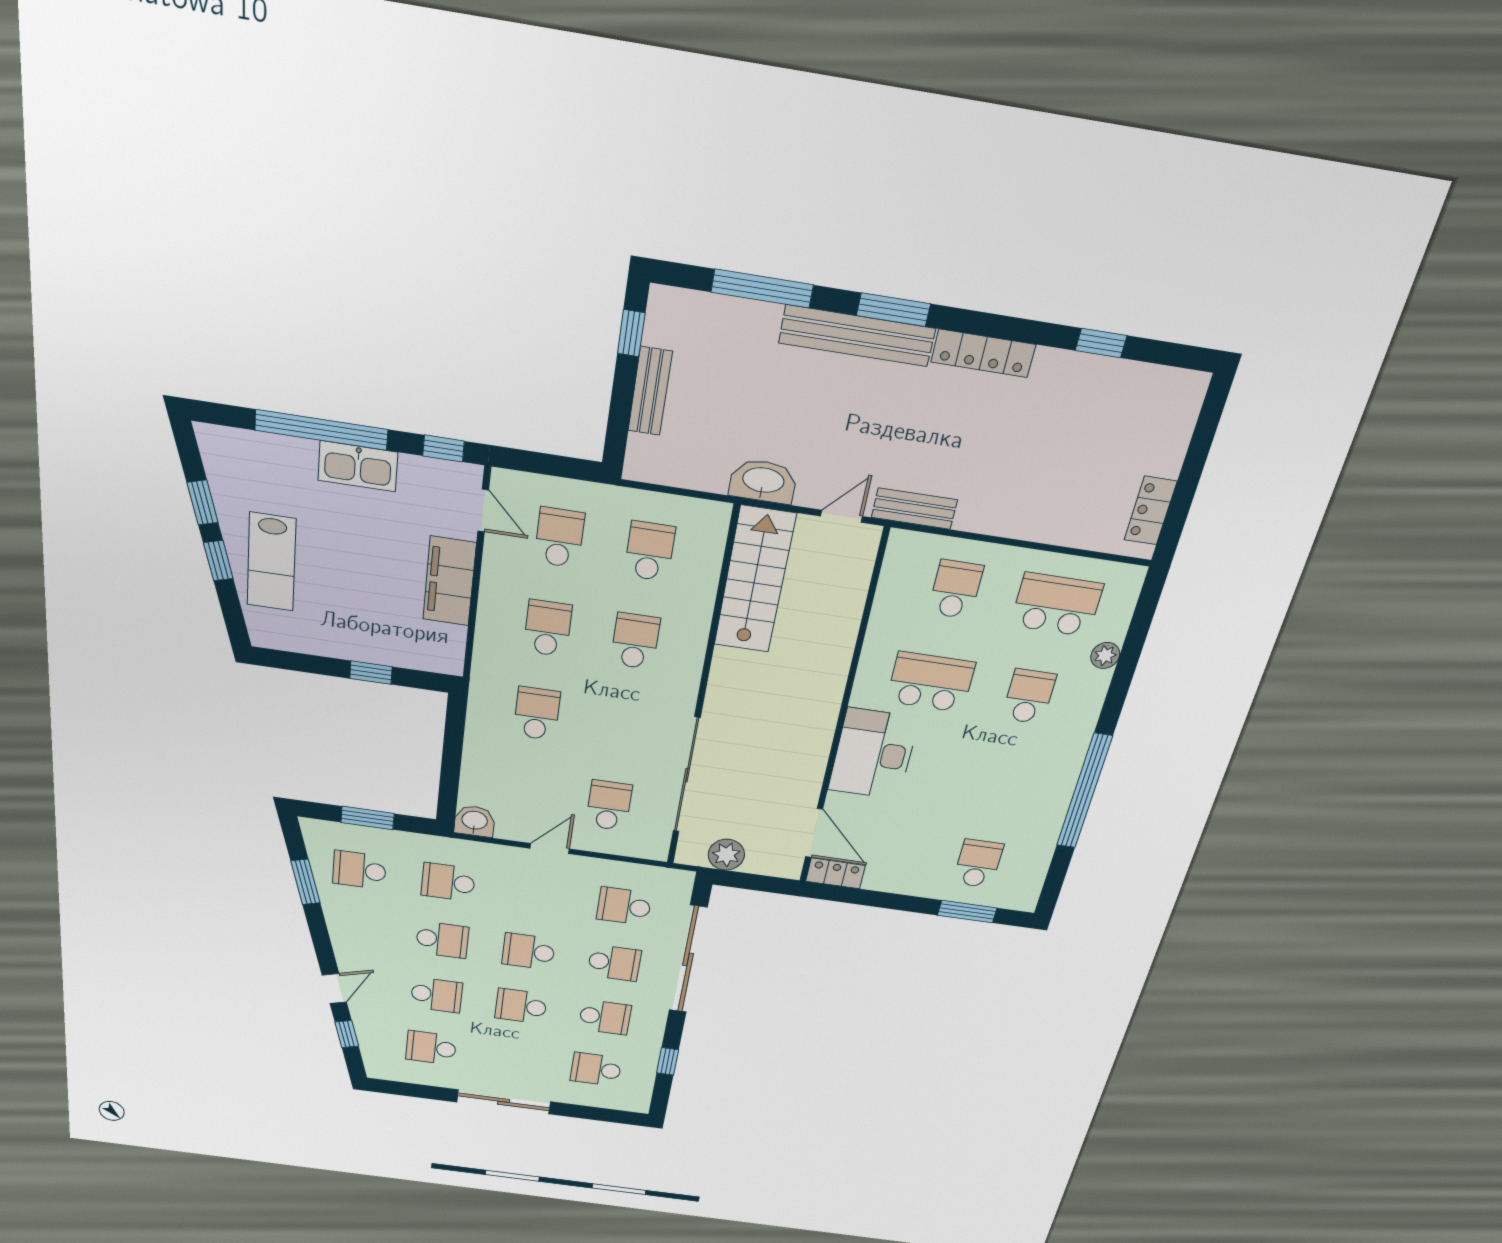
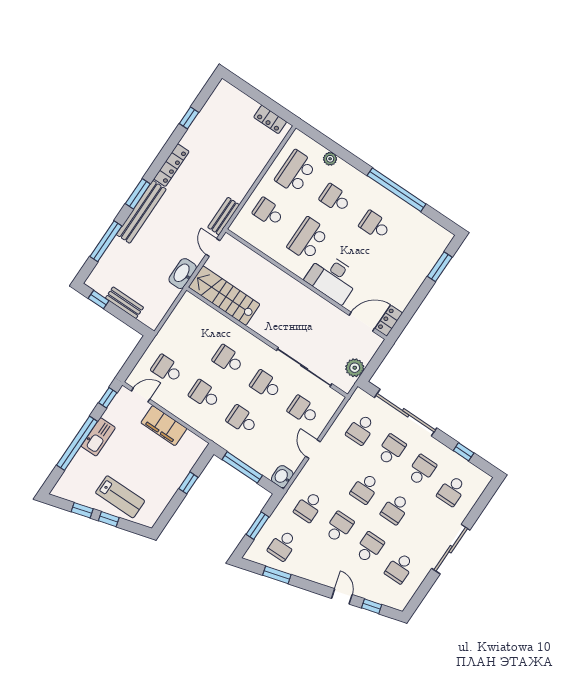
school desk: (650, 551) -> (266, 385), moved
window: (452, 751) -> (242, 467), added
school desk: (978, 864) -> (375, 225), moved

